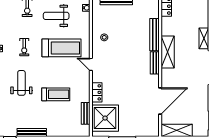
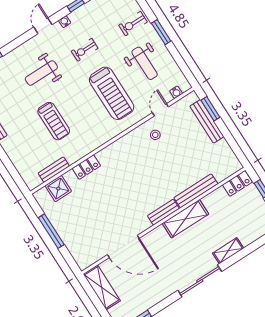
weight bench: (56, 16) -> (145, 63), turned 180
door: (91, 64) -> (160, 110), moved
weight bench: (21, 83) -> (41, 73), turned 180
shower: (105, 118) -> (58, 189), width x0.54, depth x0.54

